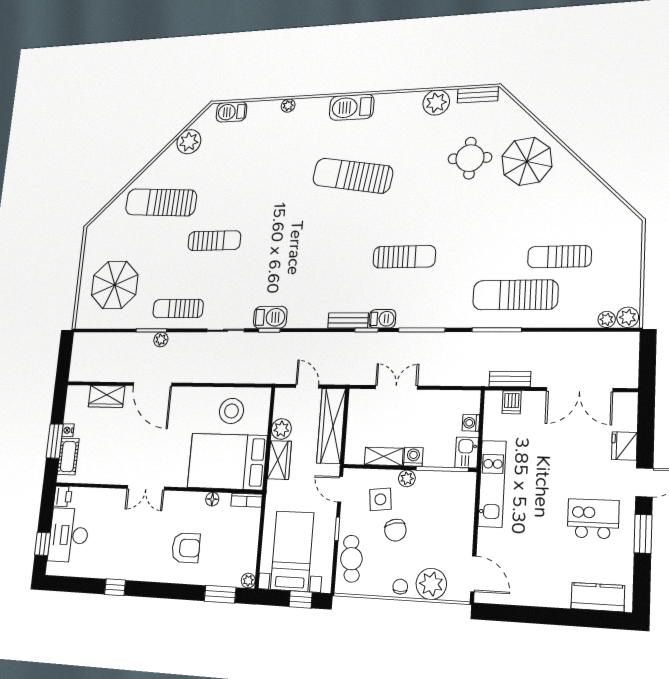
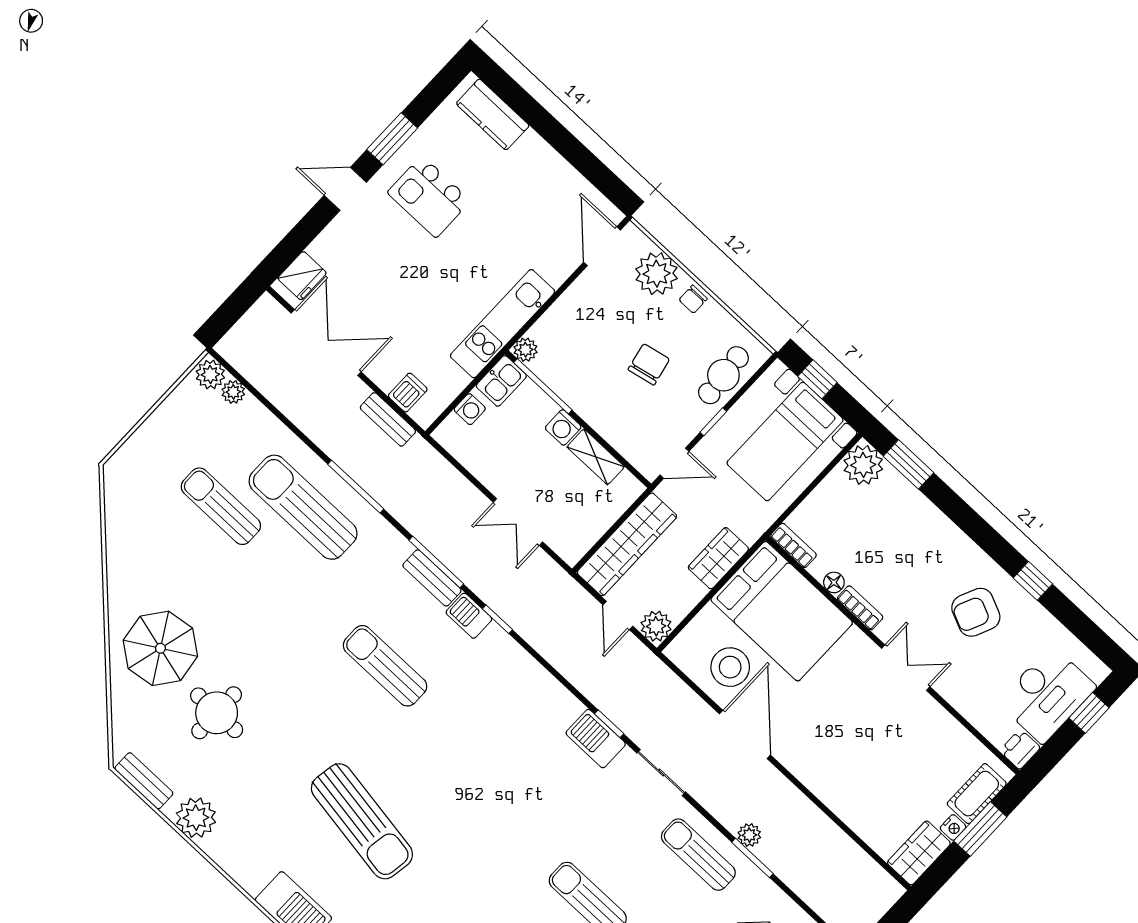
sun lounger: (559, 257) -> (221, 506), turned 180
sun lounger: (515, 295) -> (303, 507), turned 180
sun lounger: (178, 309) -> (698, 855), turned 180
bench: (348, 320) -> (432, 578), moved
door: (152, 384) -> (745, 734), moved
wardrobe: (107, 396) -> (919, 853), moved, turned -90
plant: (281, 429) -> (656, 626), moved
fridge: (624, 446) -> (302, 276), moved
plant: (407, 478) -> (525, 350), moved
door: (340, 489) -> (675, 463), hinge flipped
bookcase: (190, 498) -> (860, 608), added
side table: (380, 499) -> (638, 412), removed
armchair: (186, 548) -> (976, 612), moved, turned -66
plant: (248, 581) -> (863, 465), width x1.88, depth x1.88

